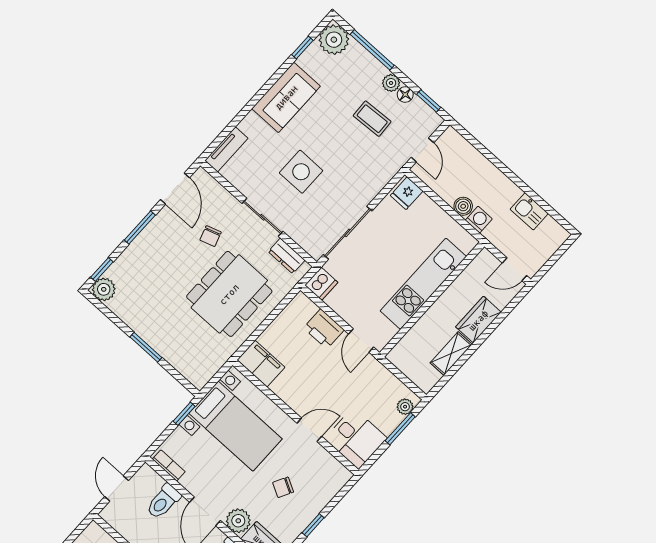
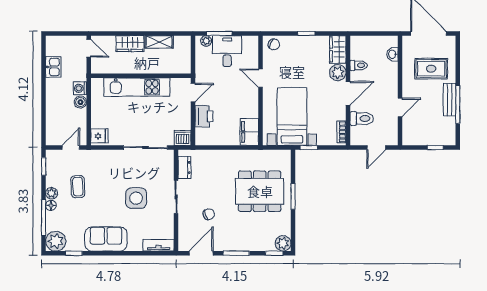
floor lamp: (405, 94) -> (51, 205), moved
dining table: (229, 294) -> (260, 191), moved
desk: (356, 438) -> (227, 51), moved
chair: (283, 487) -> (274, 44), moved

